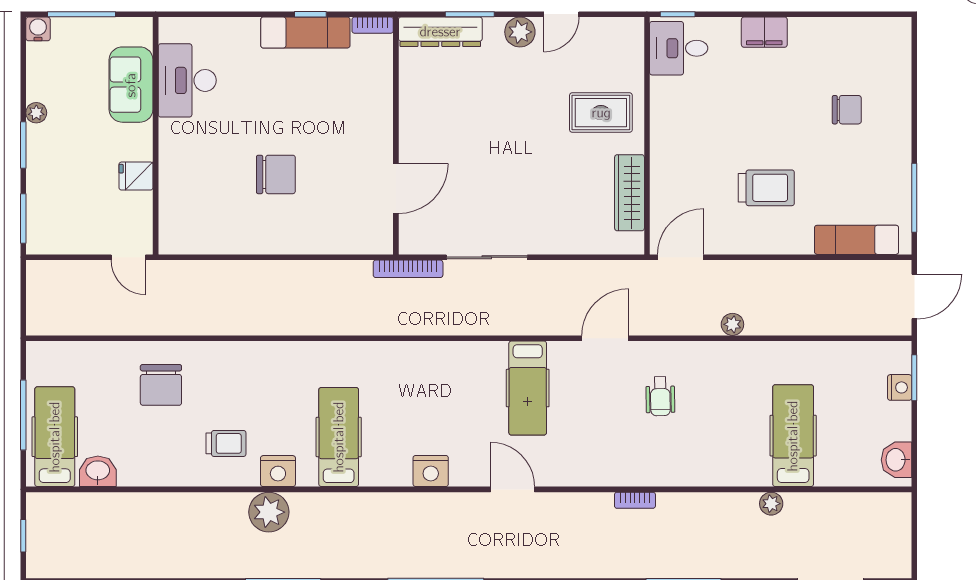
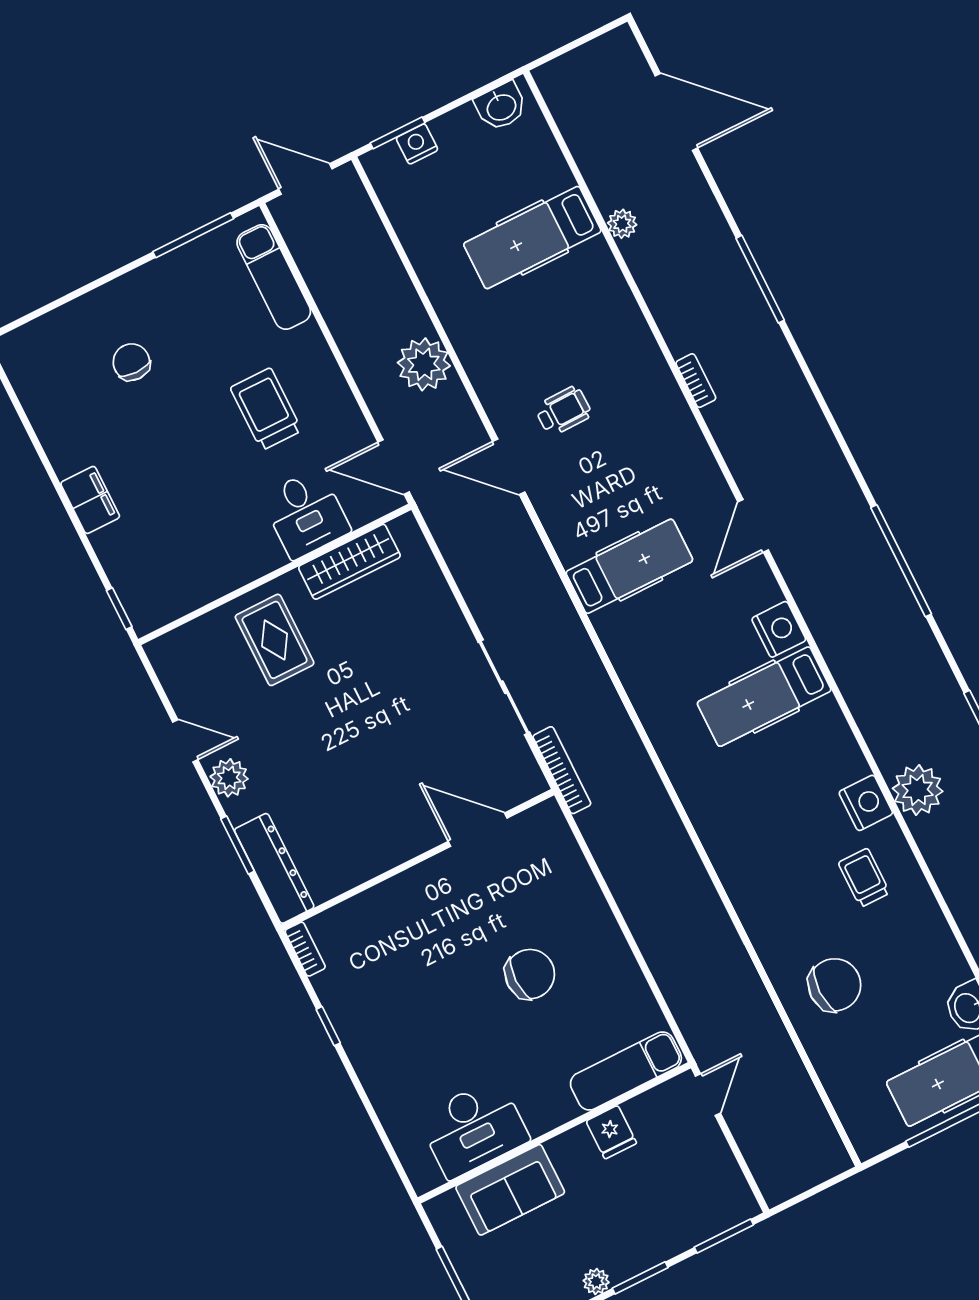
exam couch: (305, 33) -> (626, 1071), moved, turned -90
desk: (679, 48) -> (306, 514), moved
chair: (276, 174) -> (530, 974), turned 90
plant: (732, 324) -> (424, 364), width x1.87, depth x1.87
door: (605, 338) -> (509, 467), moved
hospital bed: (339, 437) -> (764, 697), moved

